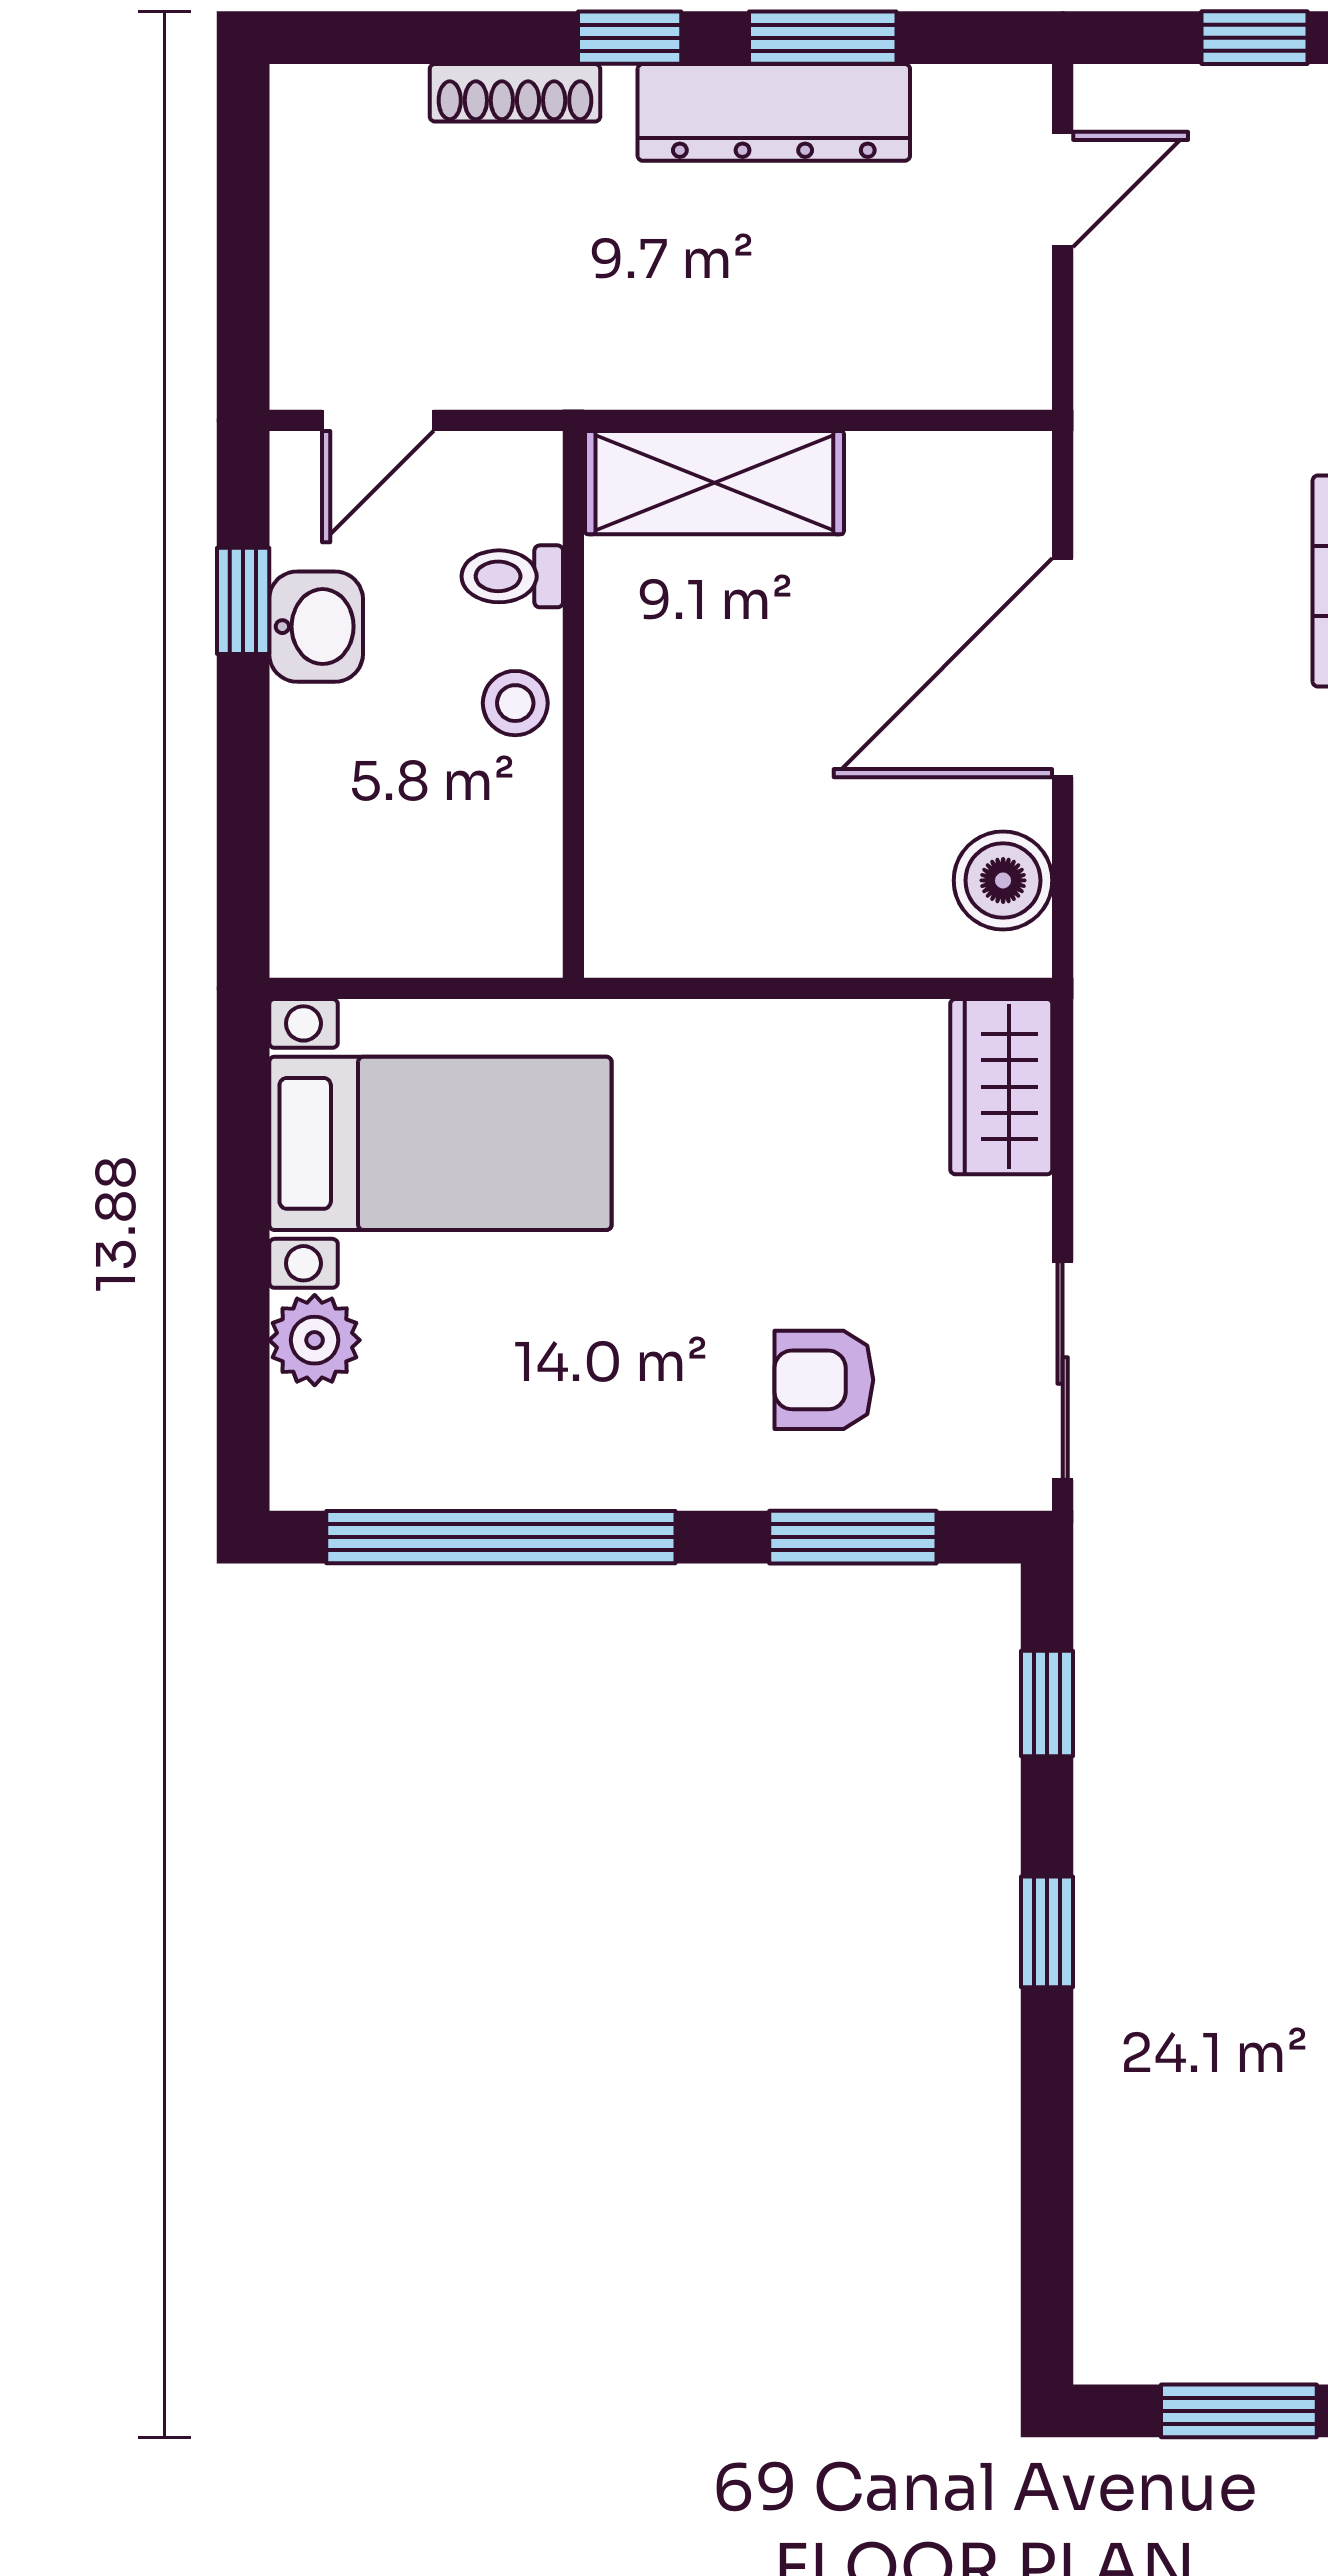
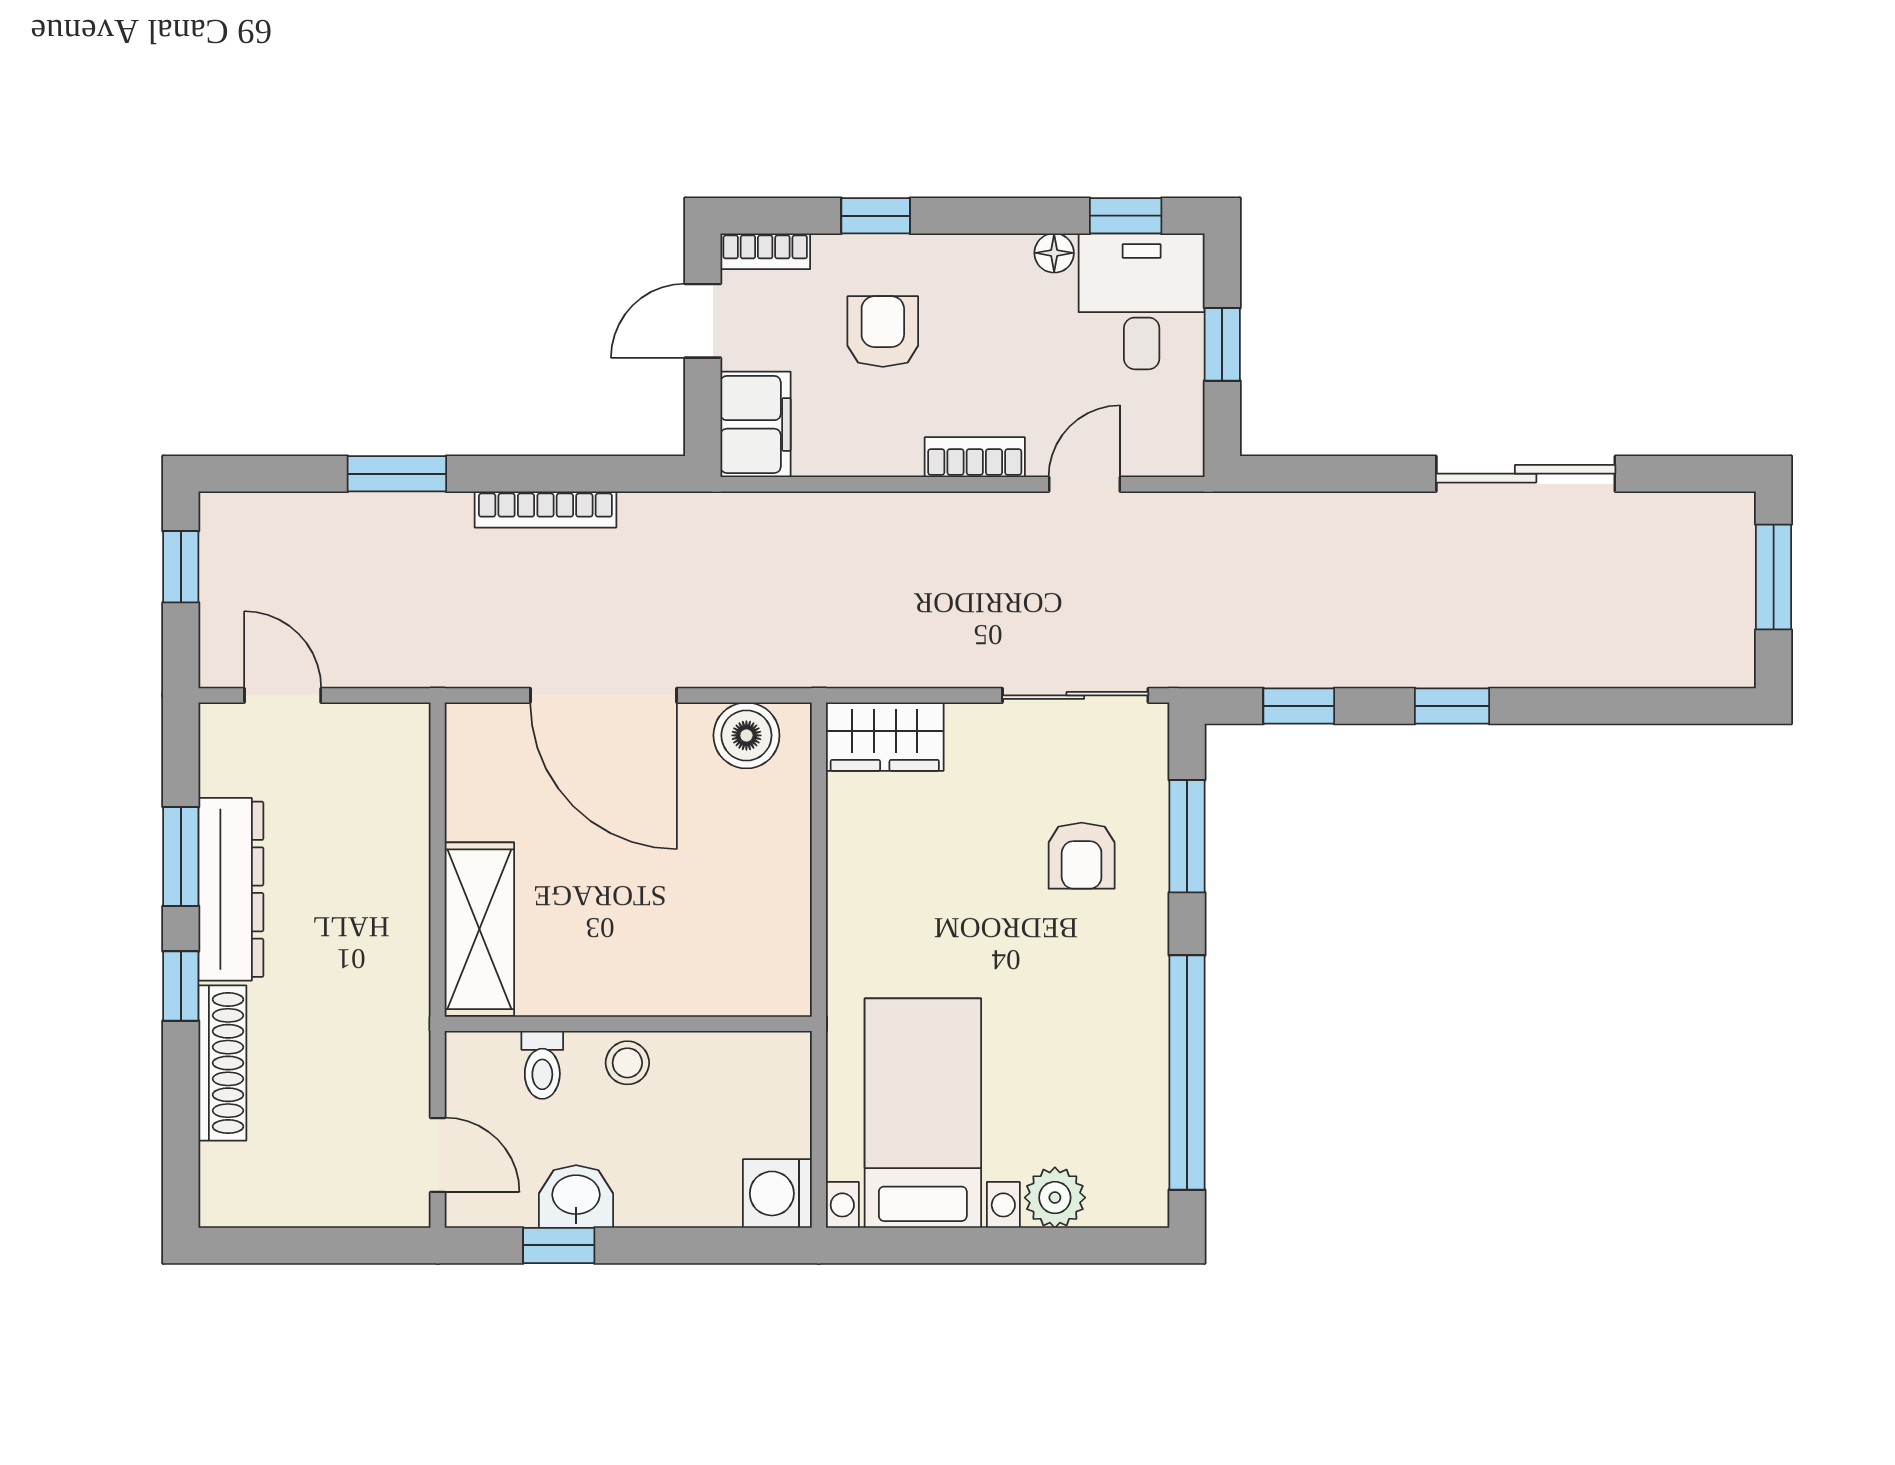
shoe rack: (515, 93) -> (222, 1063), width x1.36, depth x1.24
washing machine: (321, 927) -> (777, 1193), added

